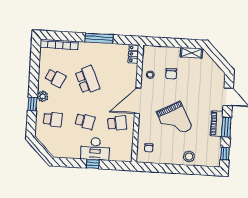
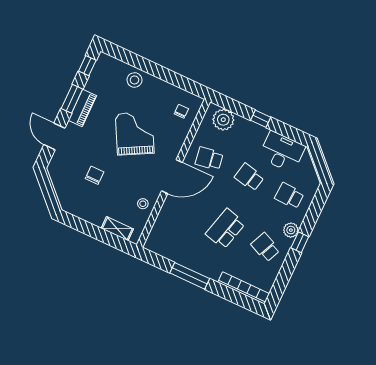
shelving: (191, 53) -> (117, 229), moved
locker: (133, 54) -> (154, 238), removed
chair: (171, 74) -> (95, 175), moved
school desk: (87, 80) -> (225, 229), turned 39
window: (32, 104) -> (300, 242), moved
desk: (95, 149) -> (282, 152), moved
plant: (118, 153) -> (223, 120), added

